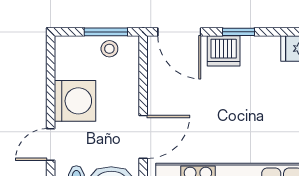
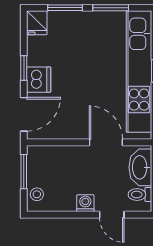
stool: (109, 49) -> (37, 194), moved
washing machine: (75, 101) -> (85, 203), width x0.53, depth x0.53

